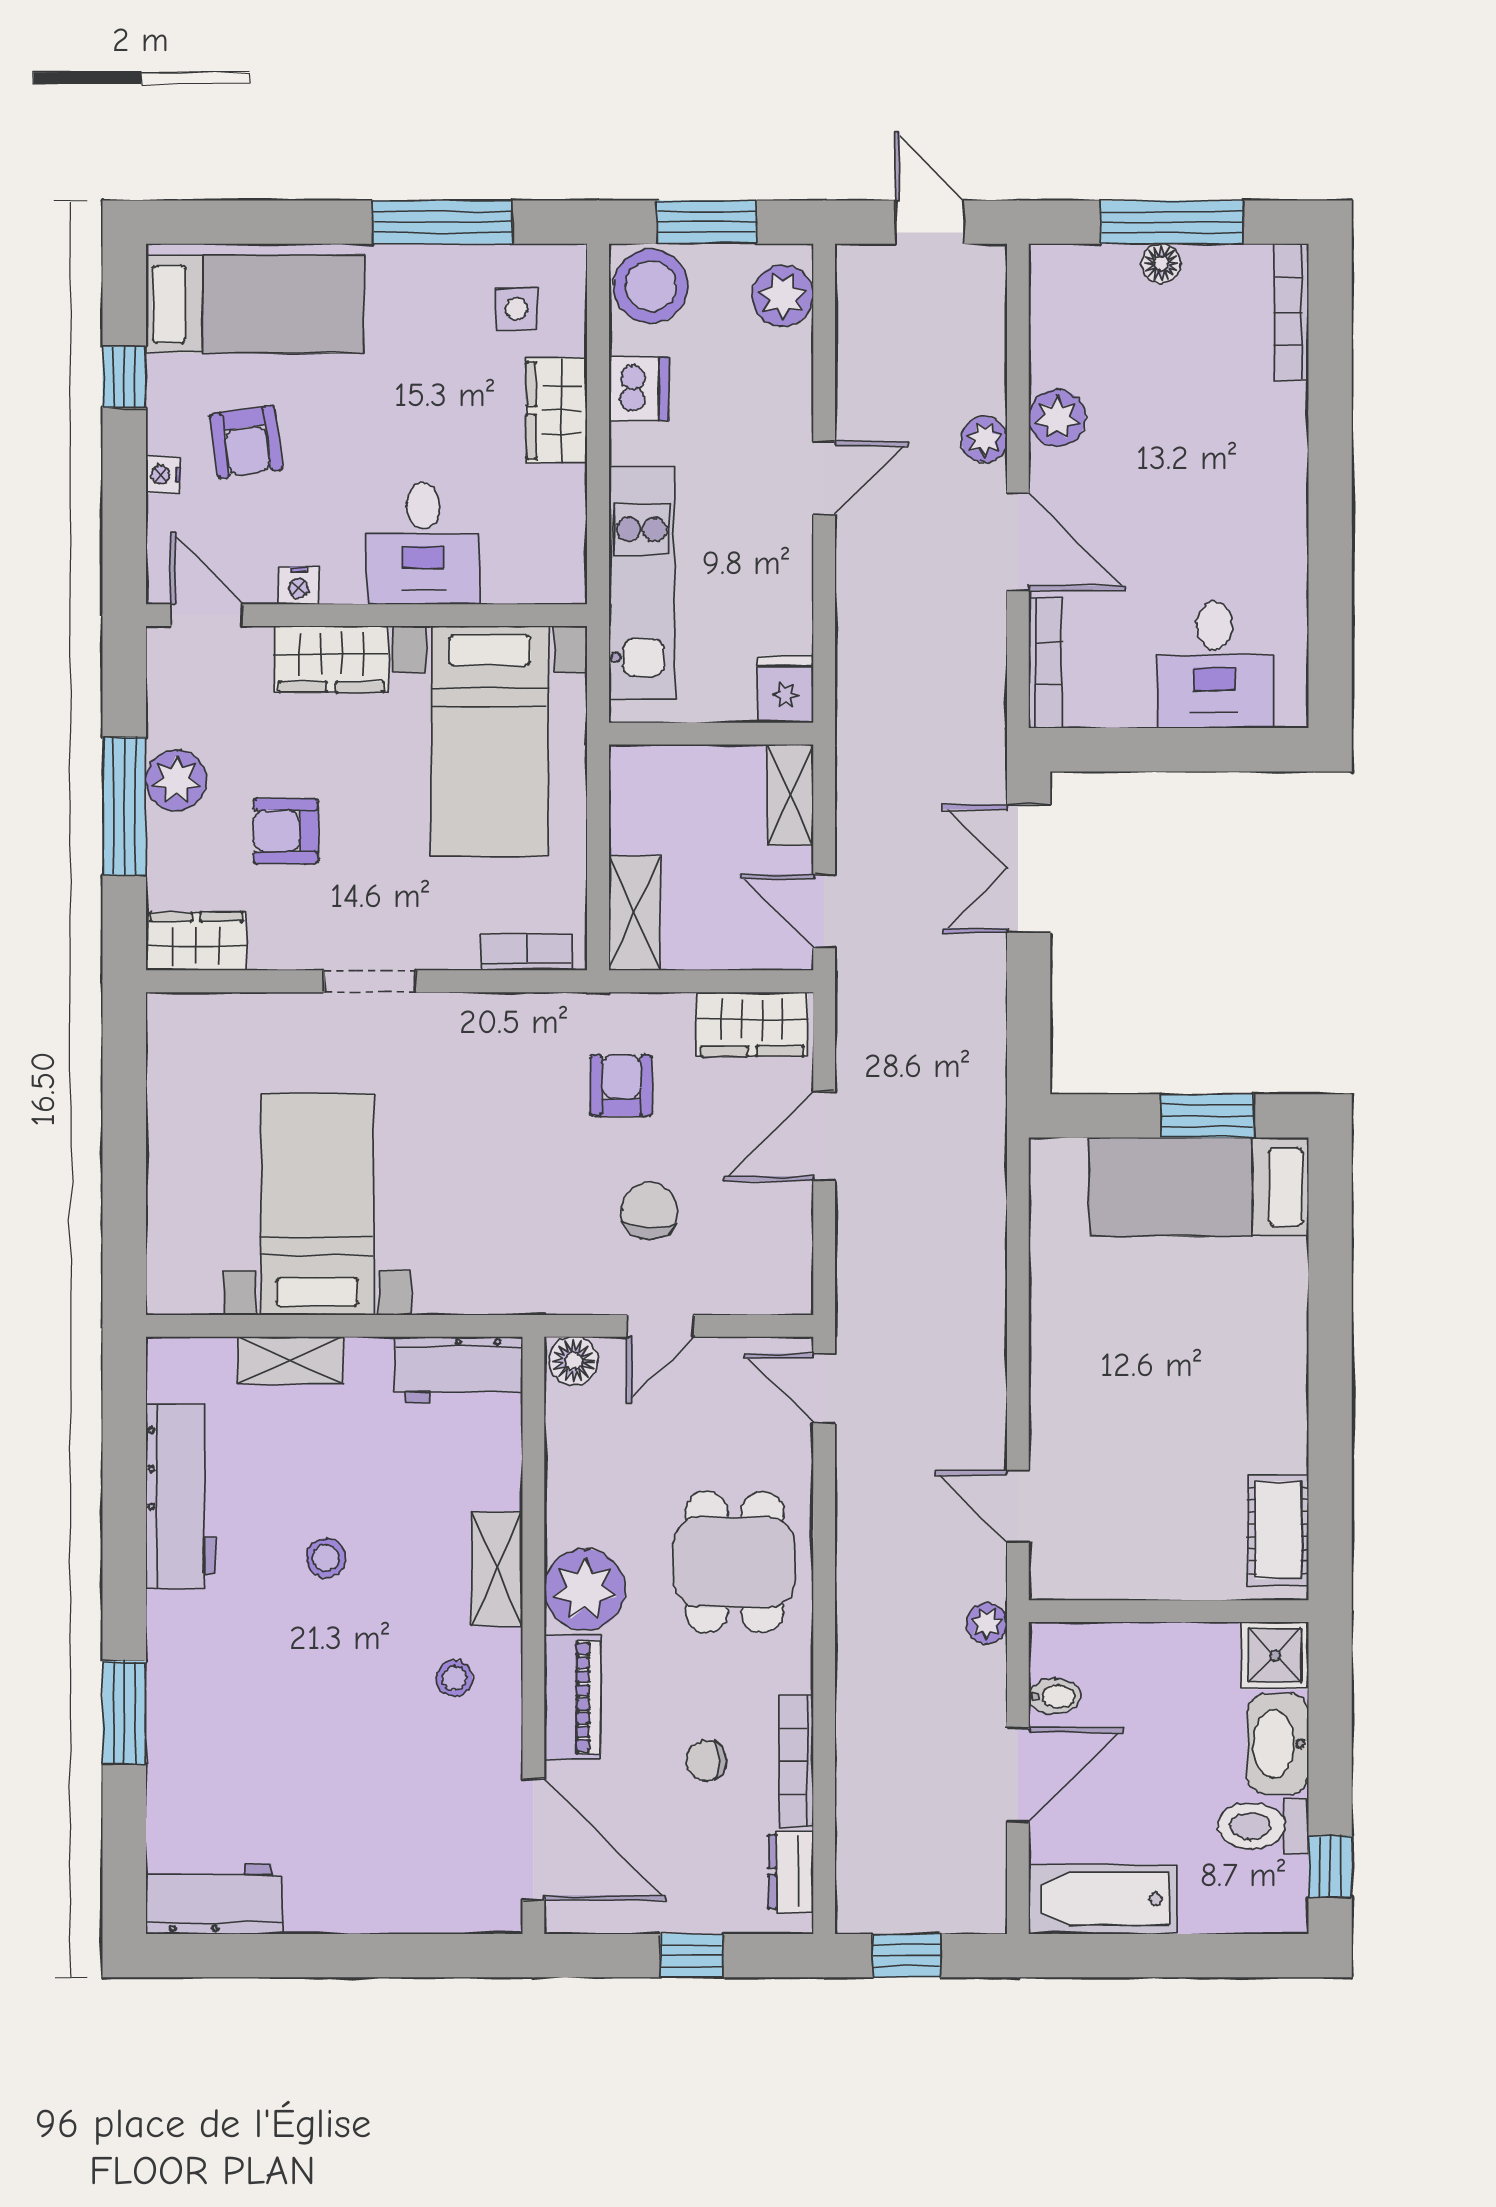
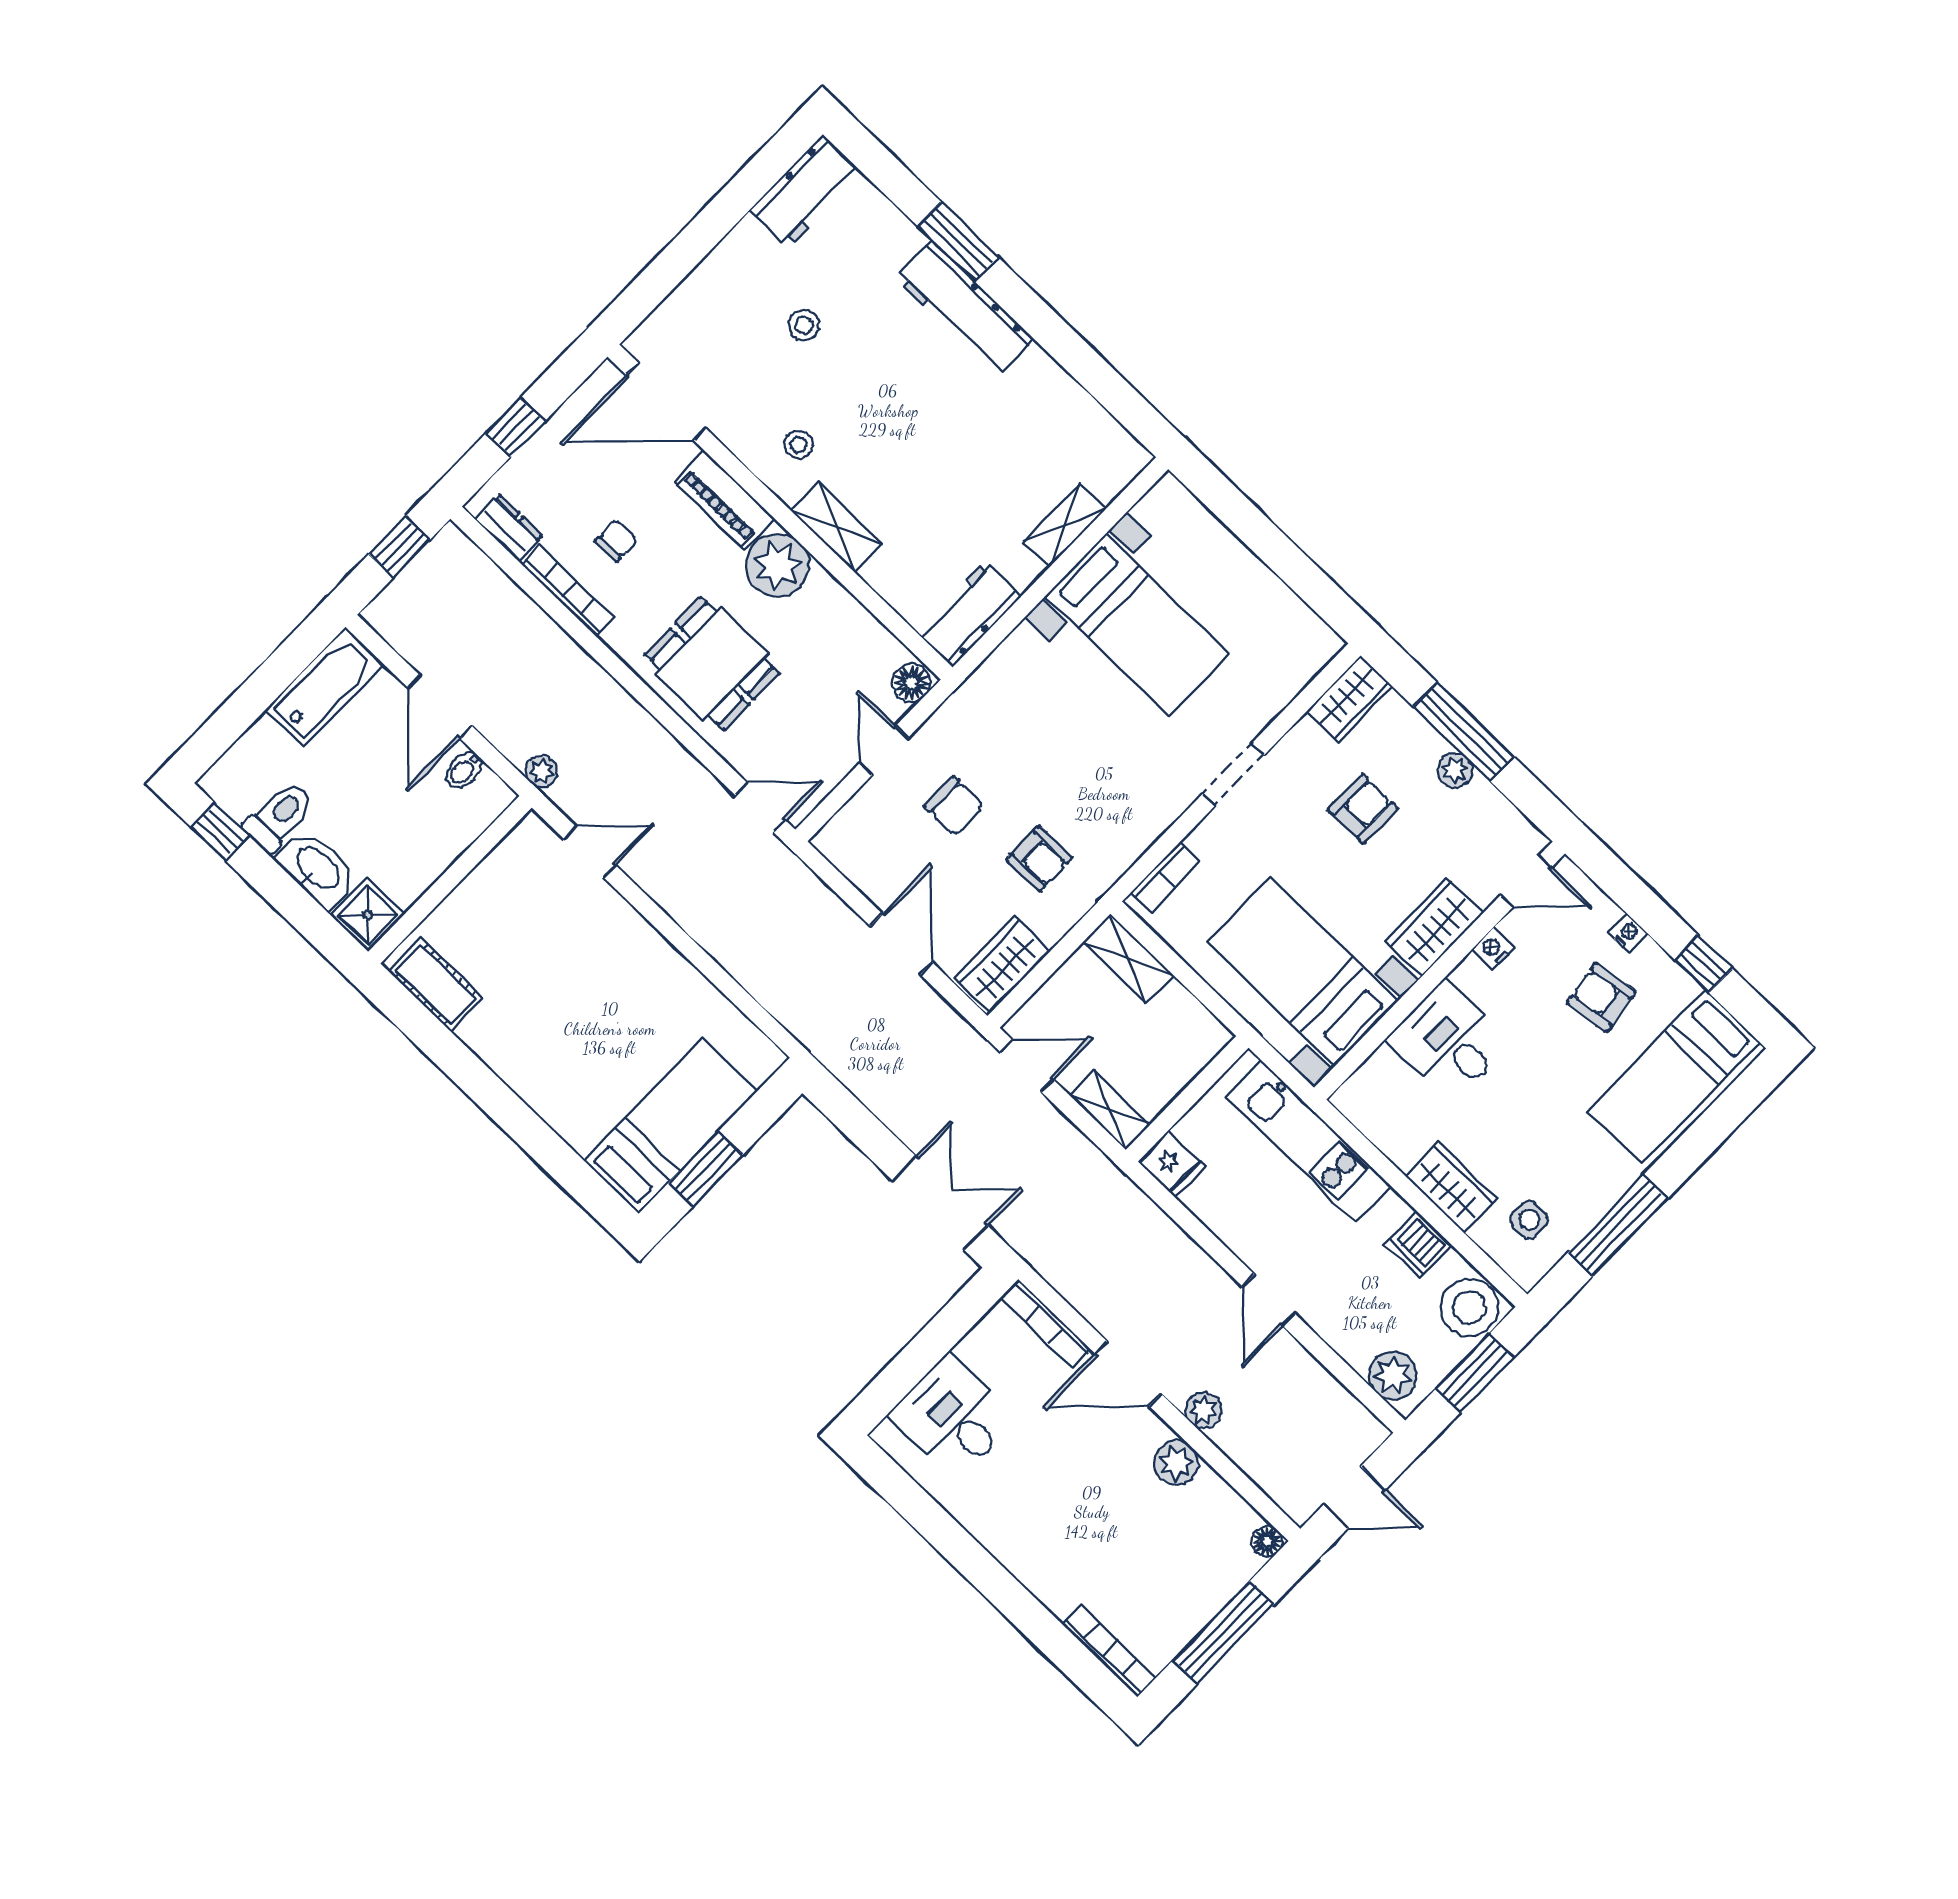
floor lamp: (1161, 263) -> (1267, 1541), moved
plant: (176, 780) -> (1455, 770), width x0.73, depth x0.73
workbench: (180, 1496) -> (964, 309), moved
stool: (326, 1558) -> (804, 325), moved

